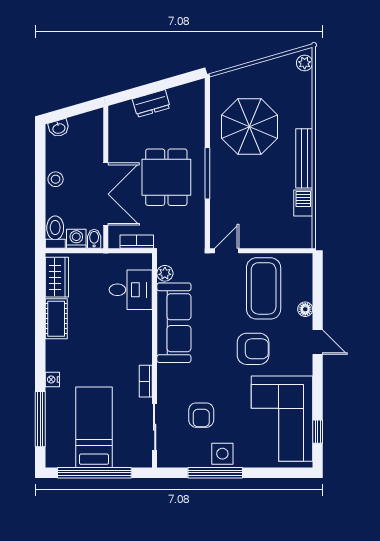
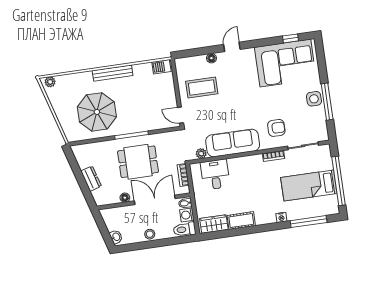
floor lamp: (115, 150) -> (125, 198), added
barbecue: (303, 203) -> (161, 67), moved
coffee table: (264, 288) -> (202, 87), width x0.73, depth x0.76
armchair: (253, 349) -> (242, 89), removed
armchair: (201, 415) -> (276, 128), moved

